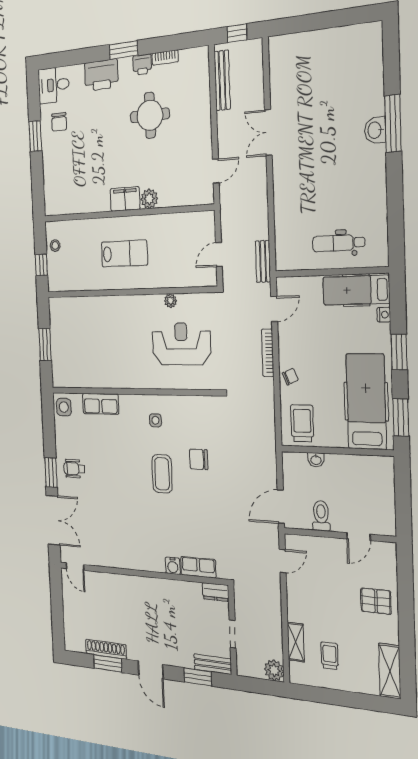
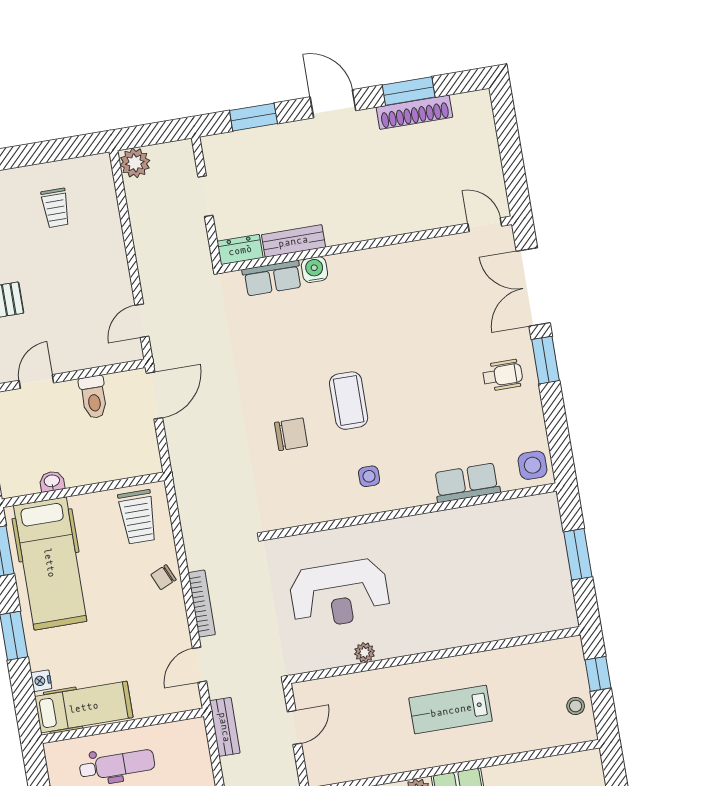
washbasin: (316, 460) -> (52, 481), moved
shelving: (296, 642) -> (108, 213), removed
bench: (213, 664) -> (293, 241), moved

